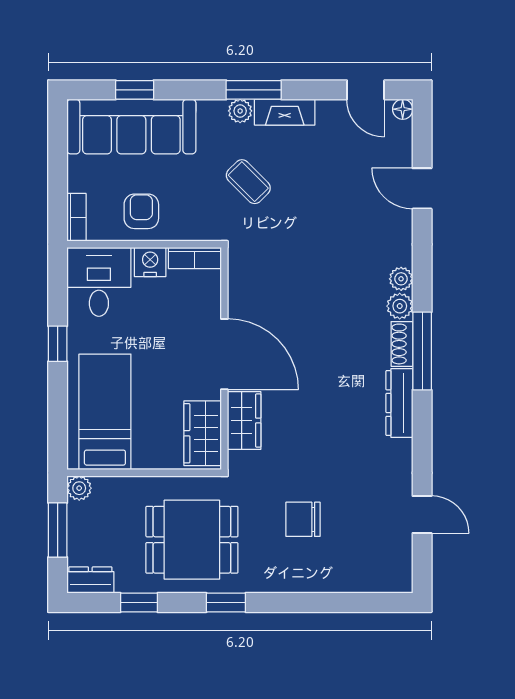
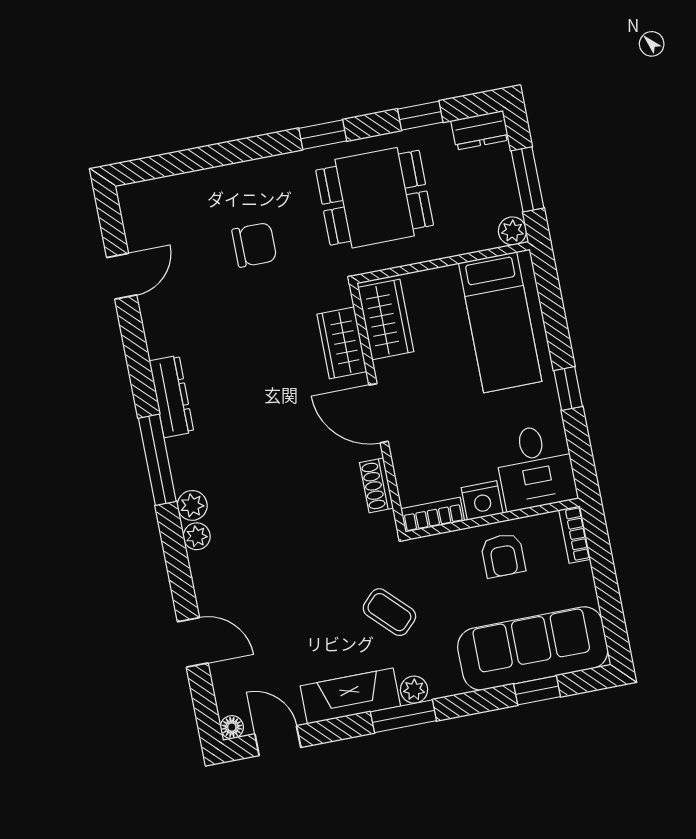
fireplace: (285, 112) -> (350, 696), width x1.37, depth x1.32
shoe rack: (402, 344) -> (376, 485), moved, turned 180
door: (224, 354) -> (379, 413), width x0.73
door: (422, 514) -> (122, 276), swing flipped

